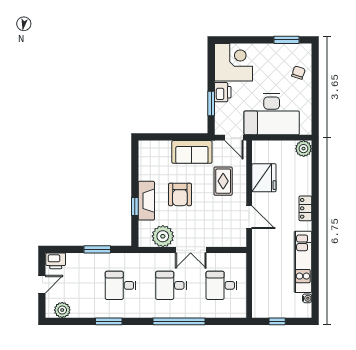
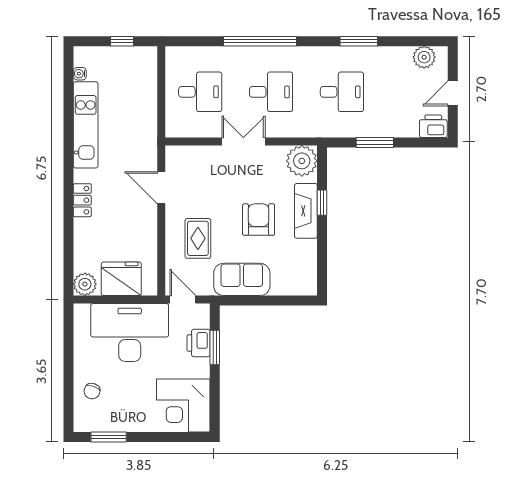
printer: (223, 92) -> (199, 343), moved
fridge: (264, 178) -> (121, 279), moved, turned 90
plant: (163, 236) -> (302, 161), moved

